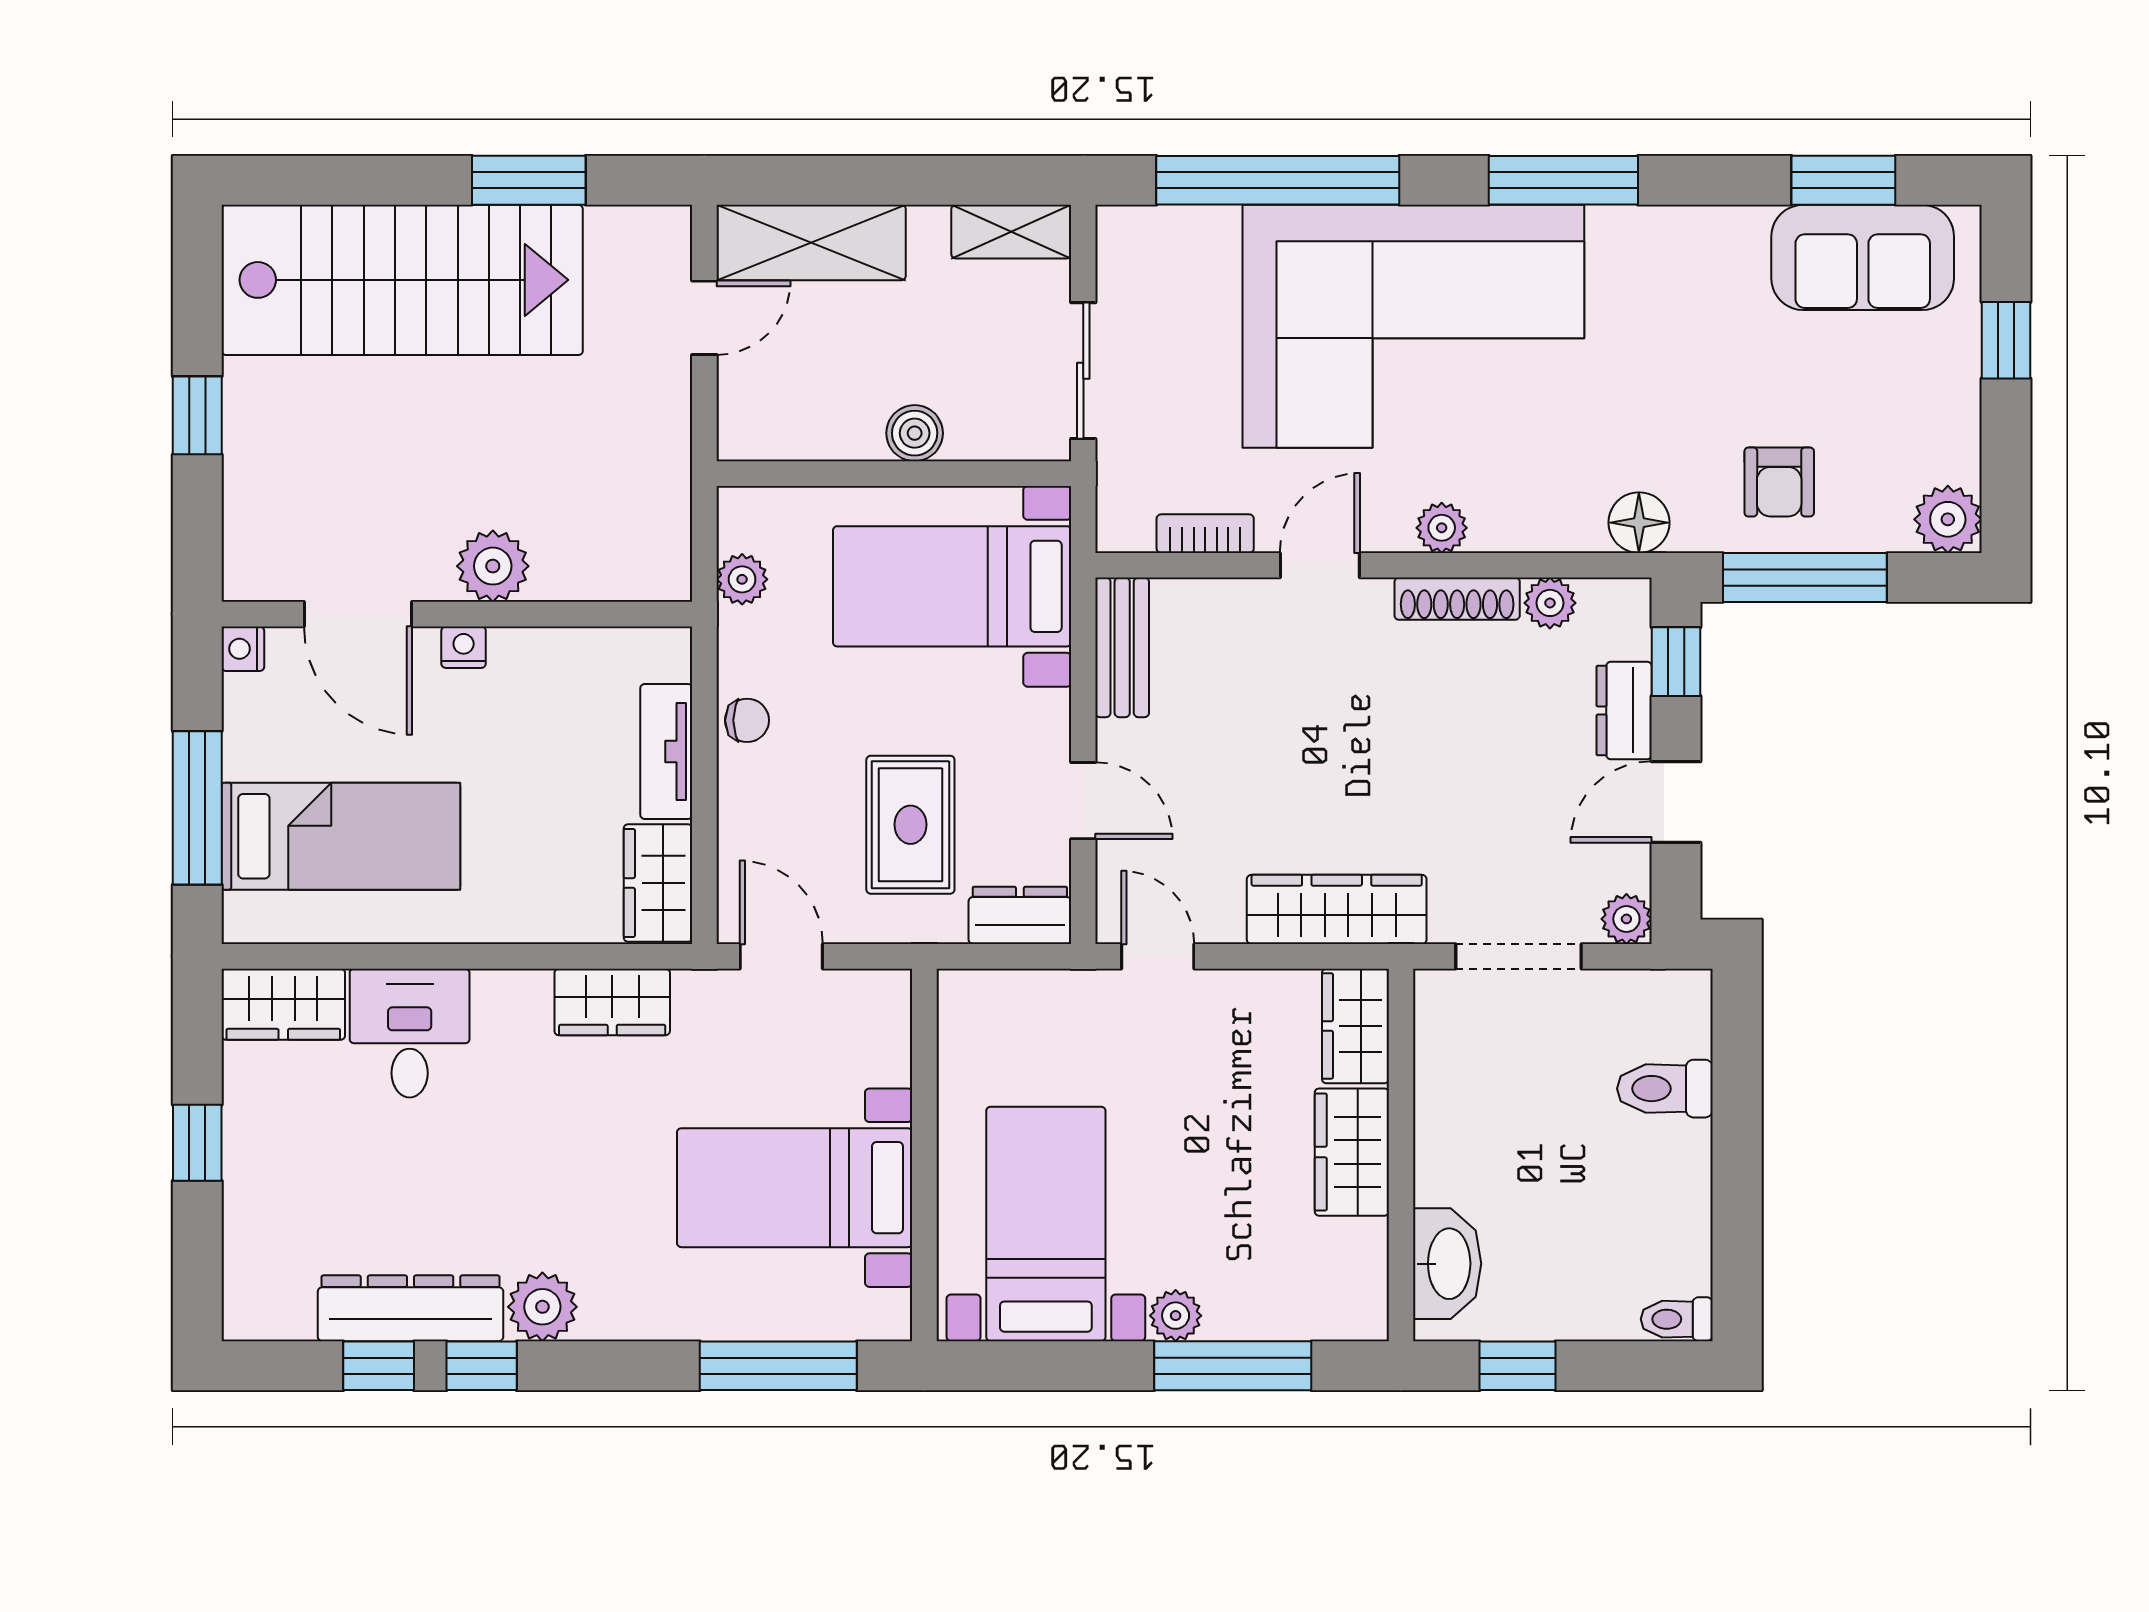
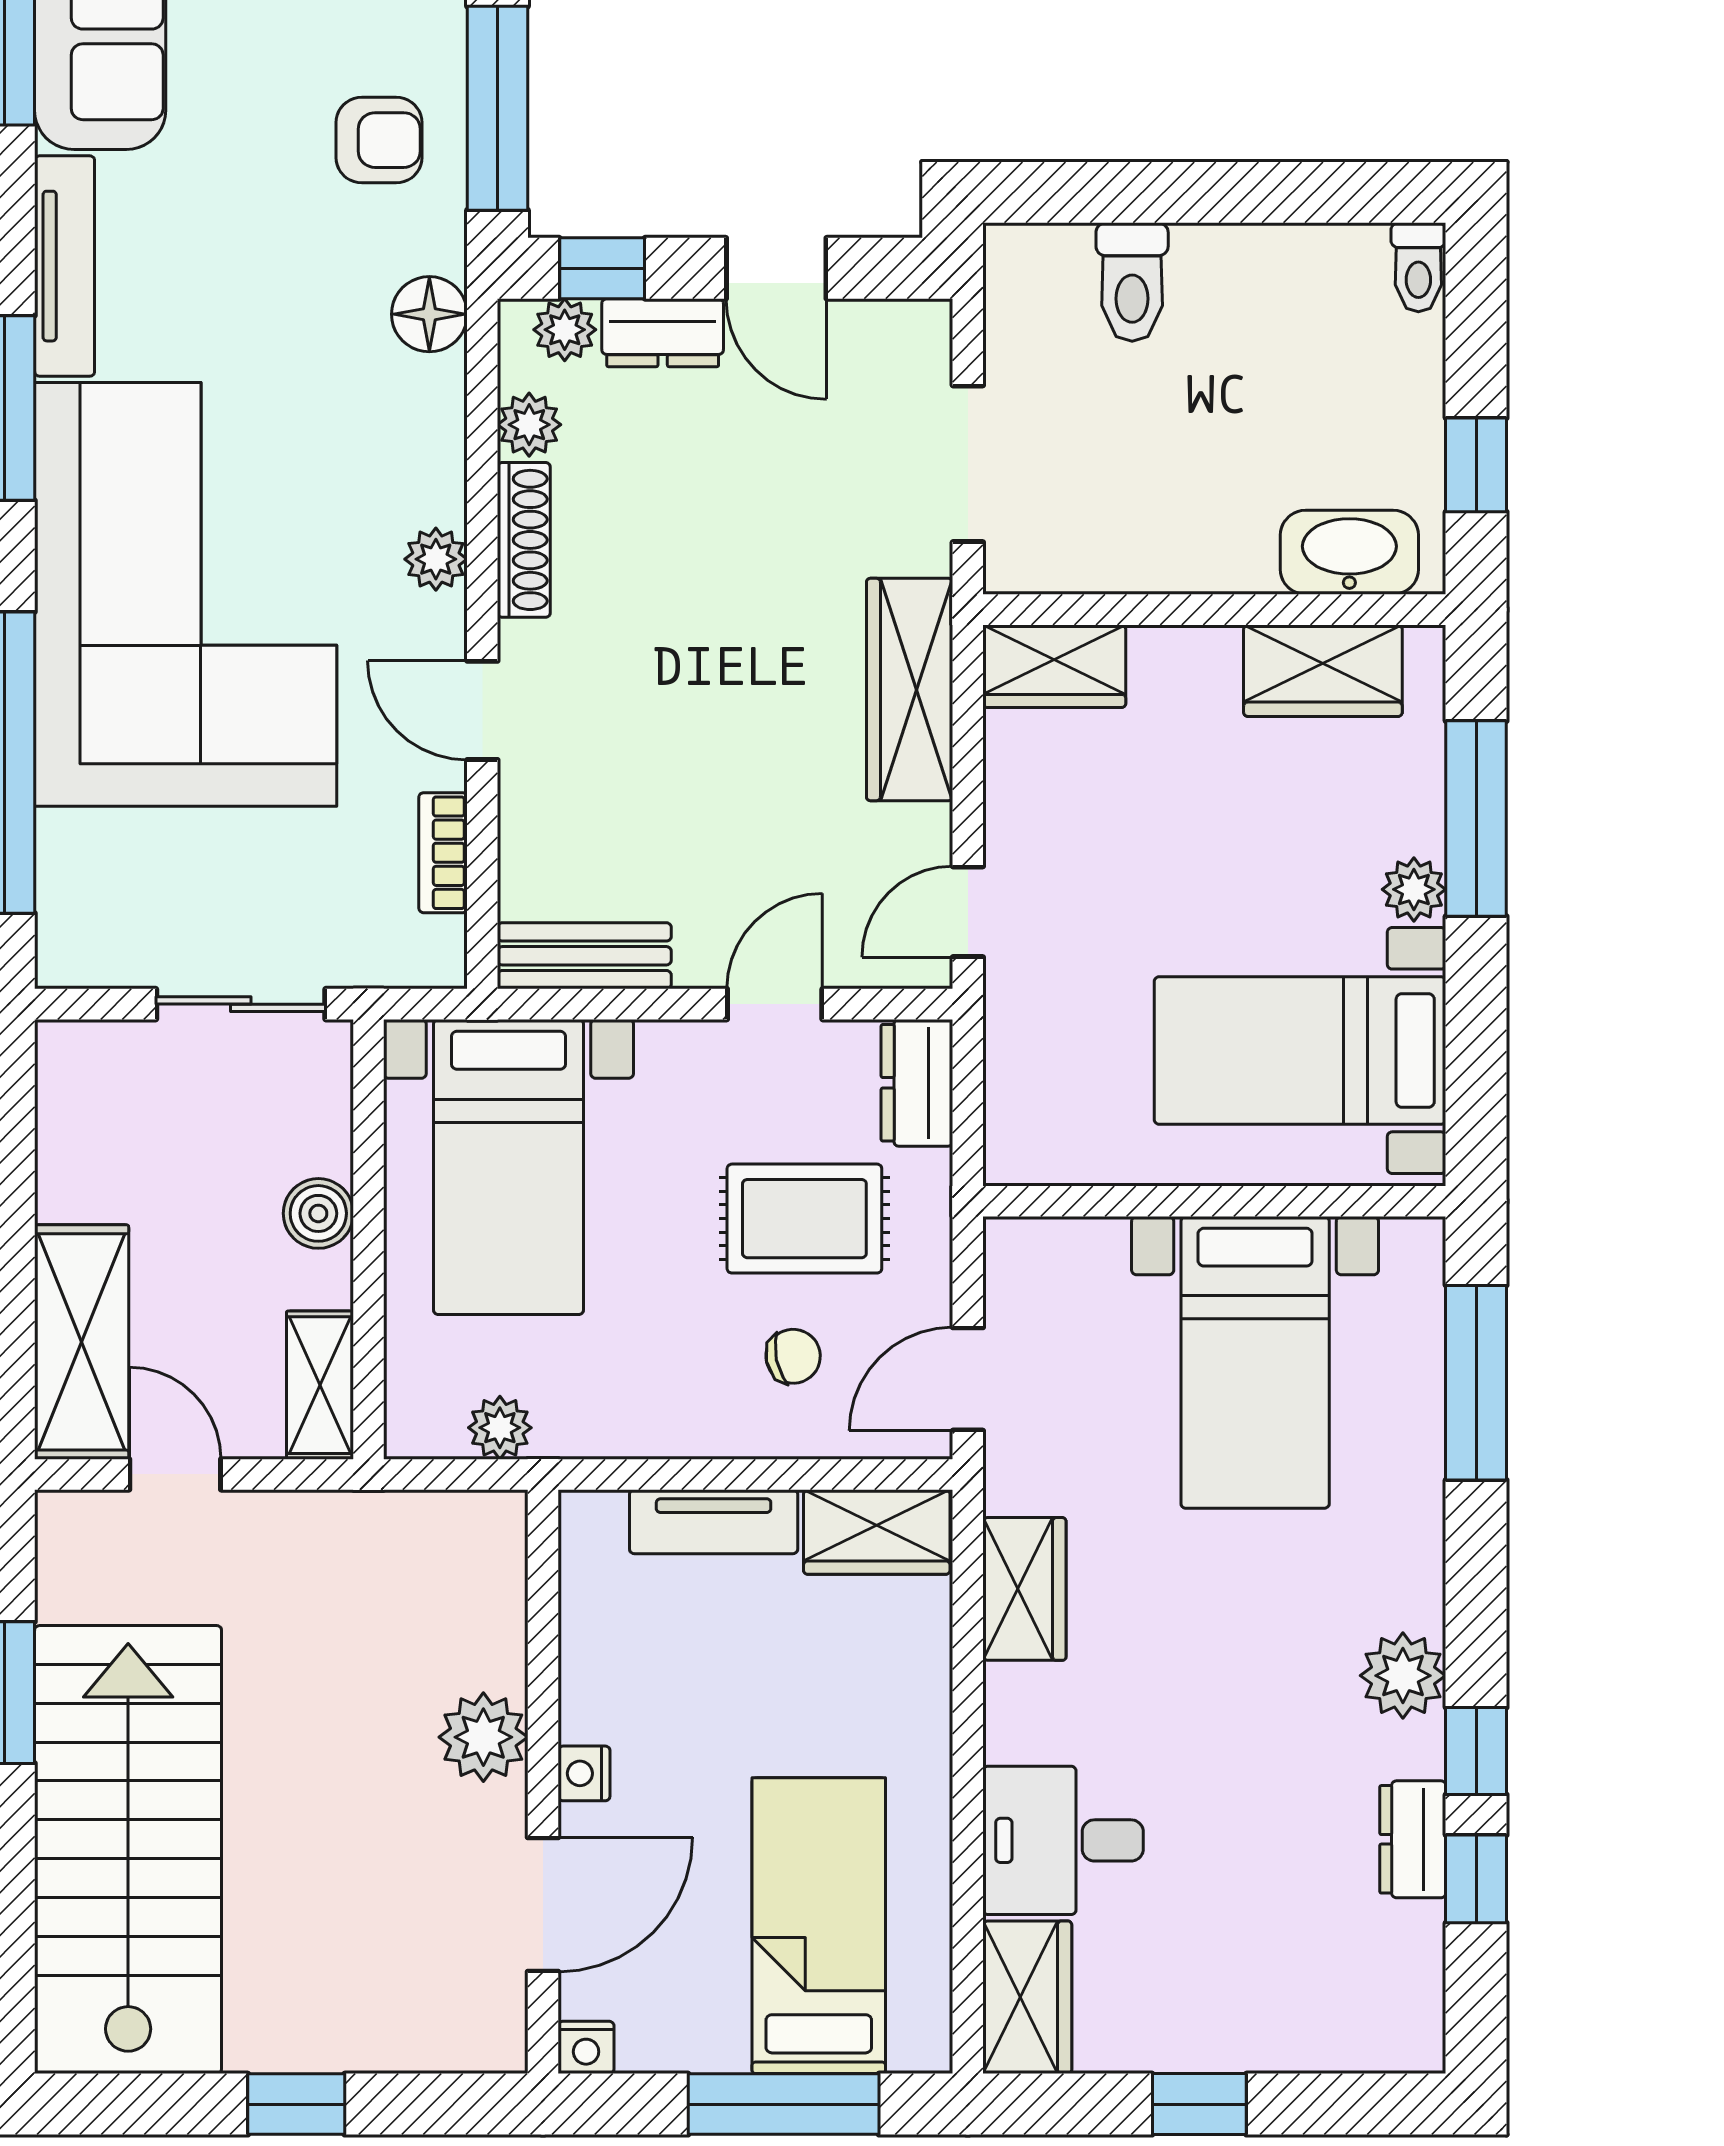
tv unit: (1678, 229) -> (65, 266), added
shelving: (1011, 232) -> (320, 1385), moved
chair: (747, 720) -> (793, 1356), moved, turned 78
plant: (1626, 919) -> (565, 330), moved
wardrobe: (1352, 1152) -> (1323, 671), moved
dresser: (411, 1308) -> (1413, 1839), width x0.51, depth x0.80

